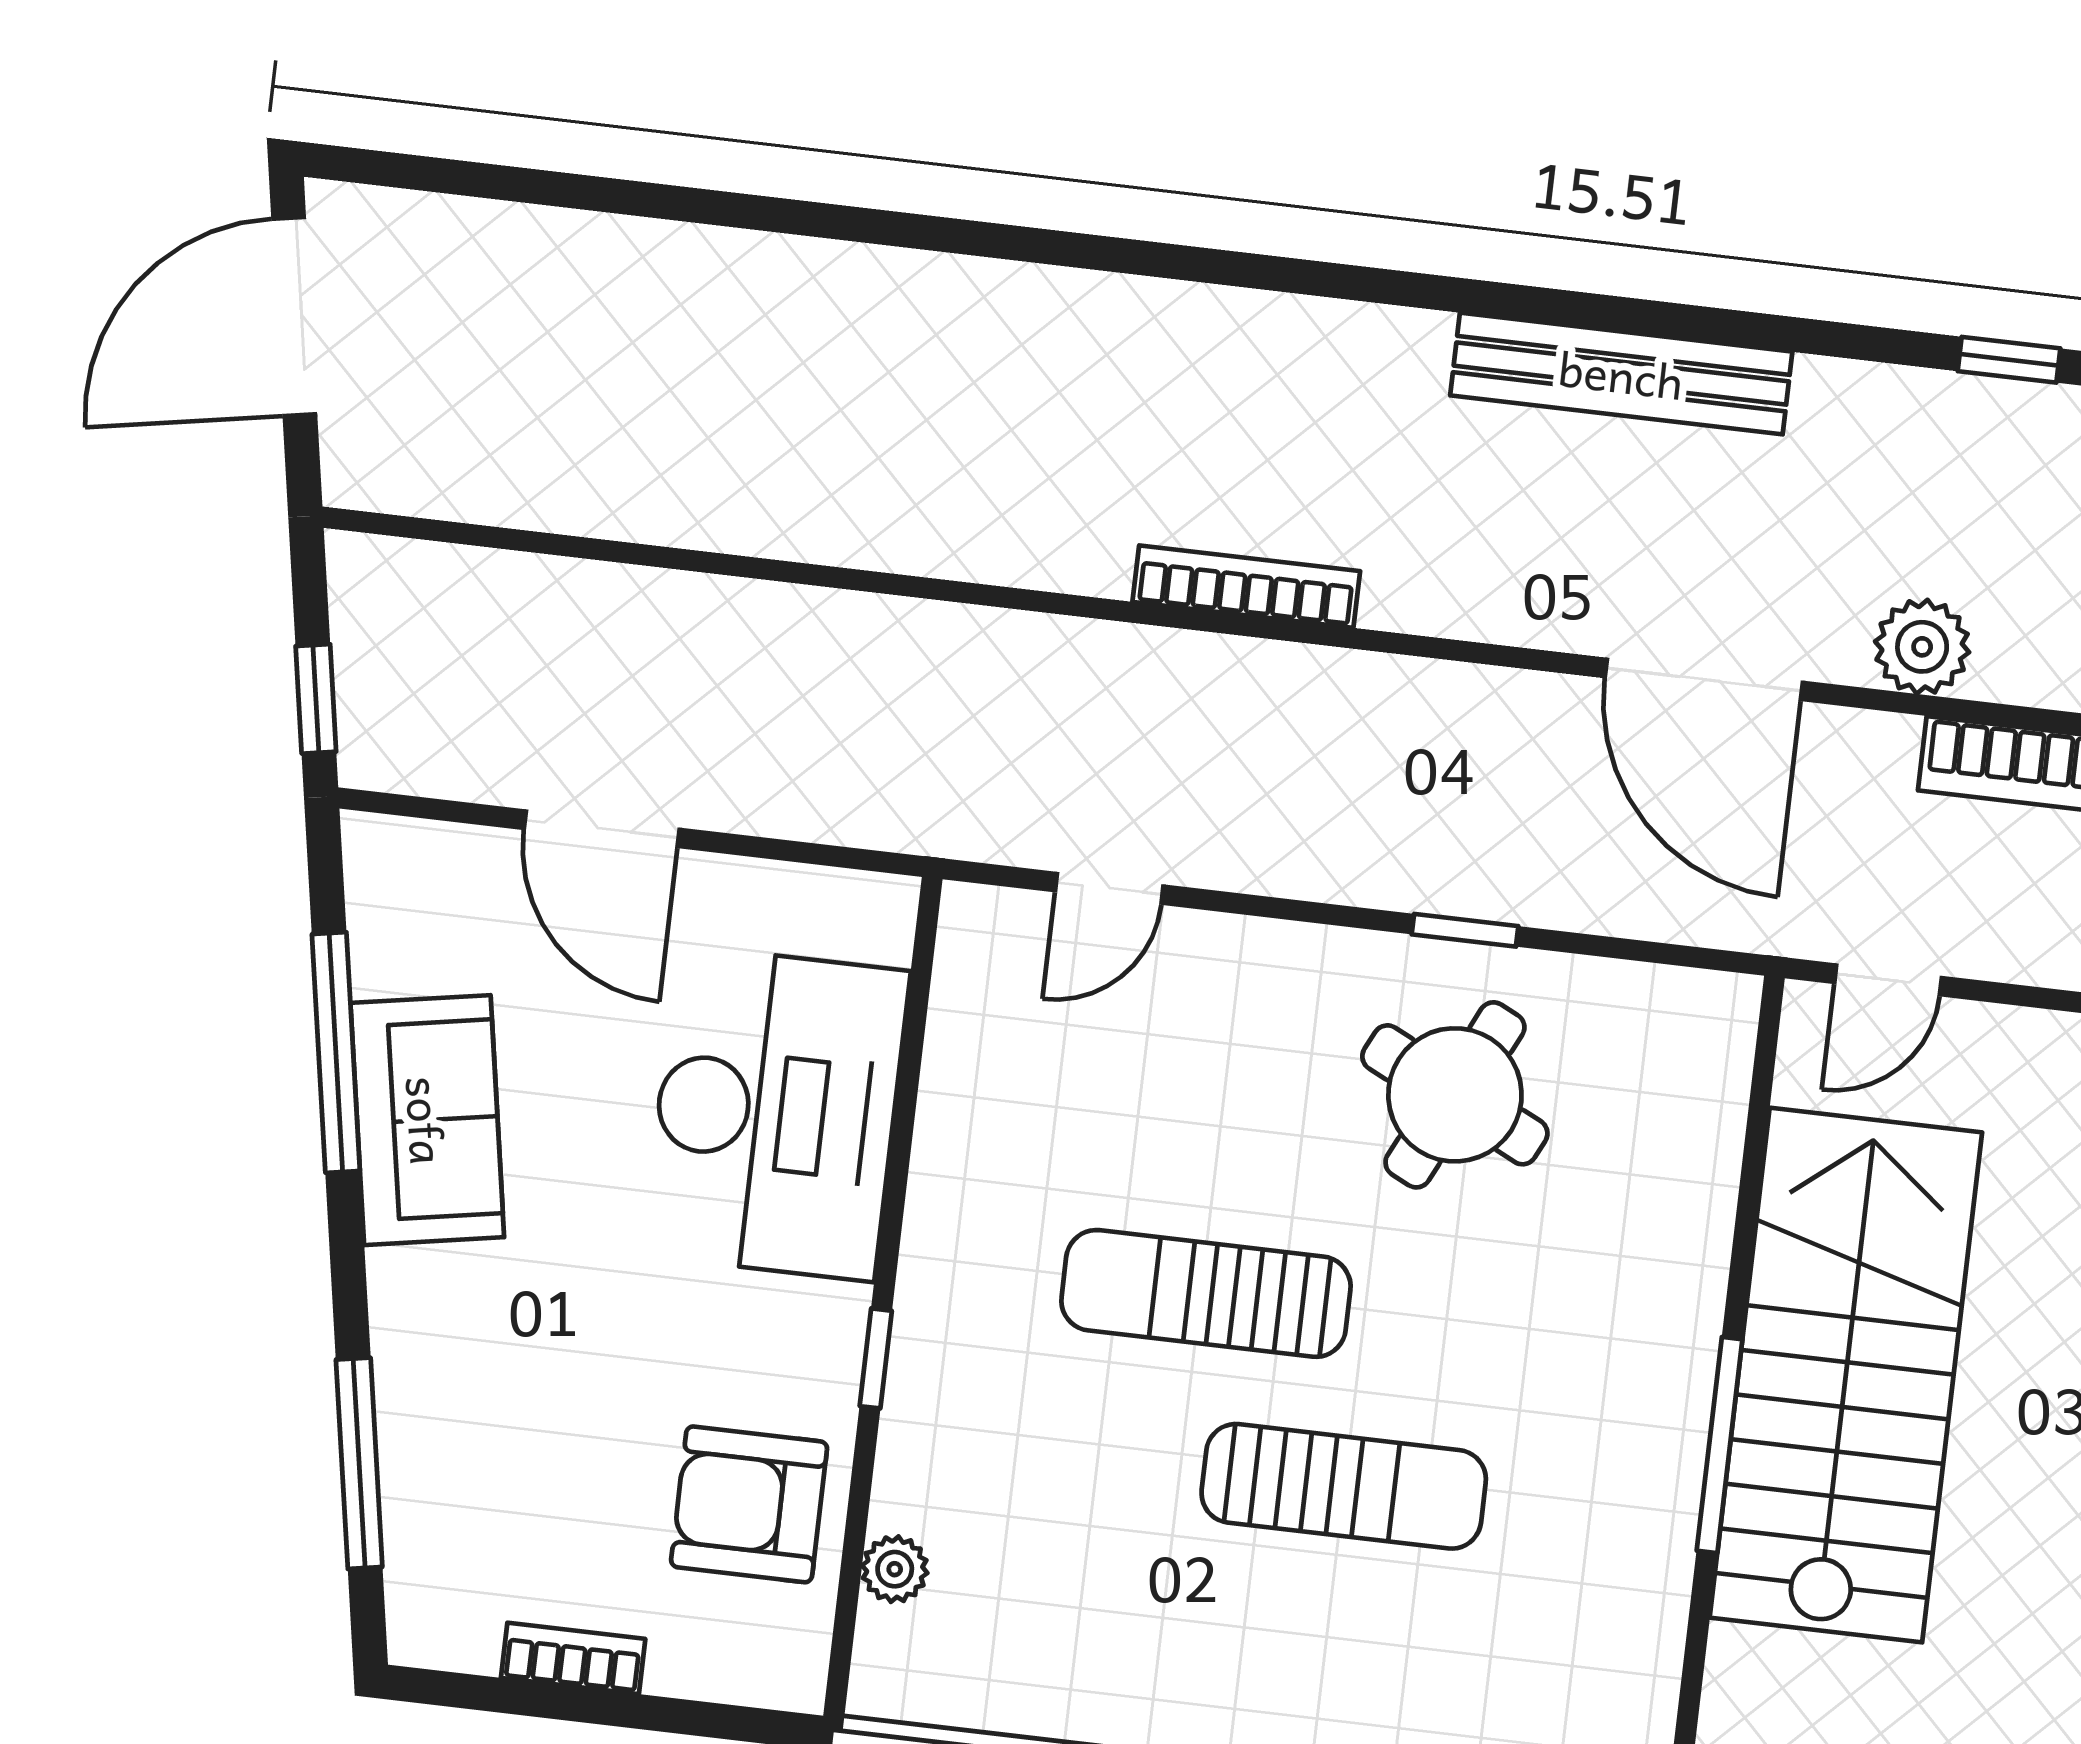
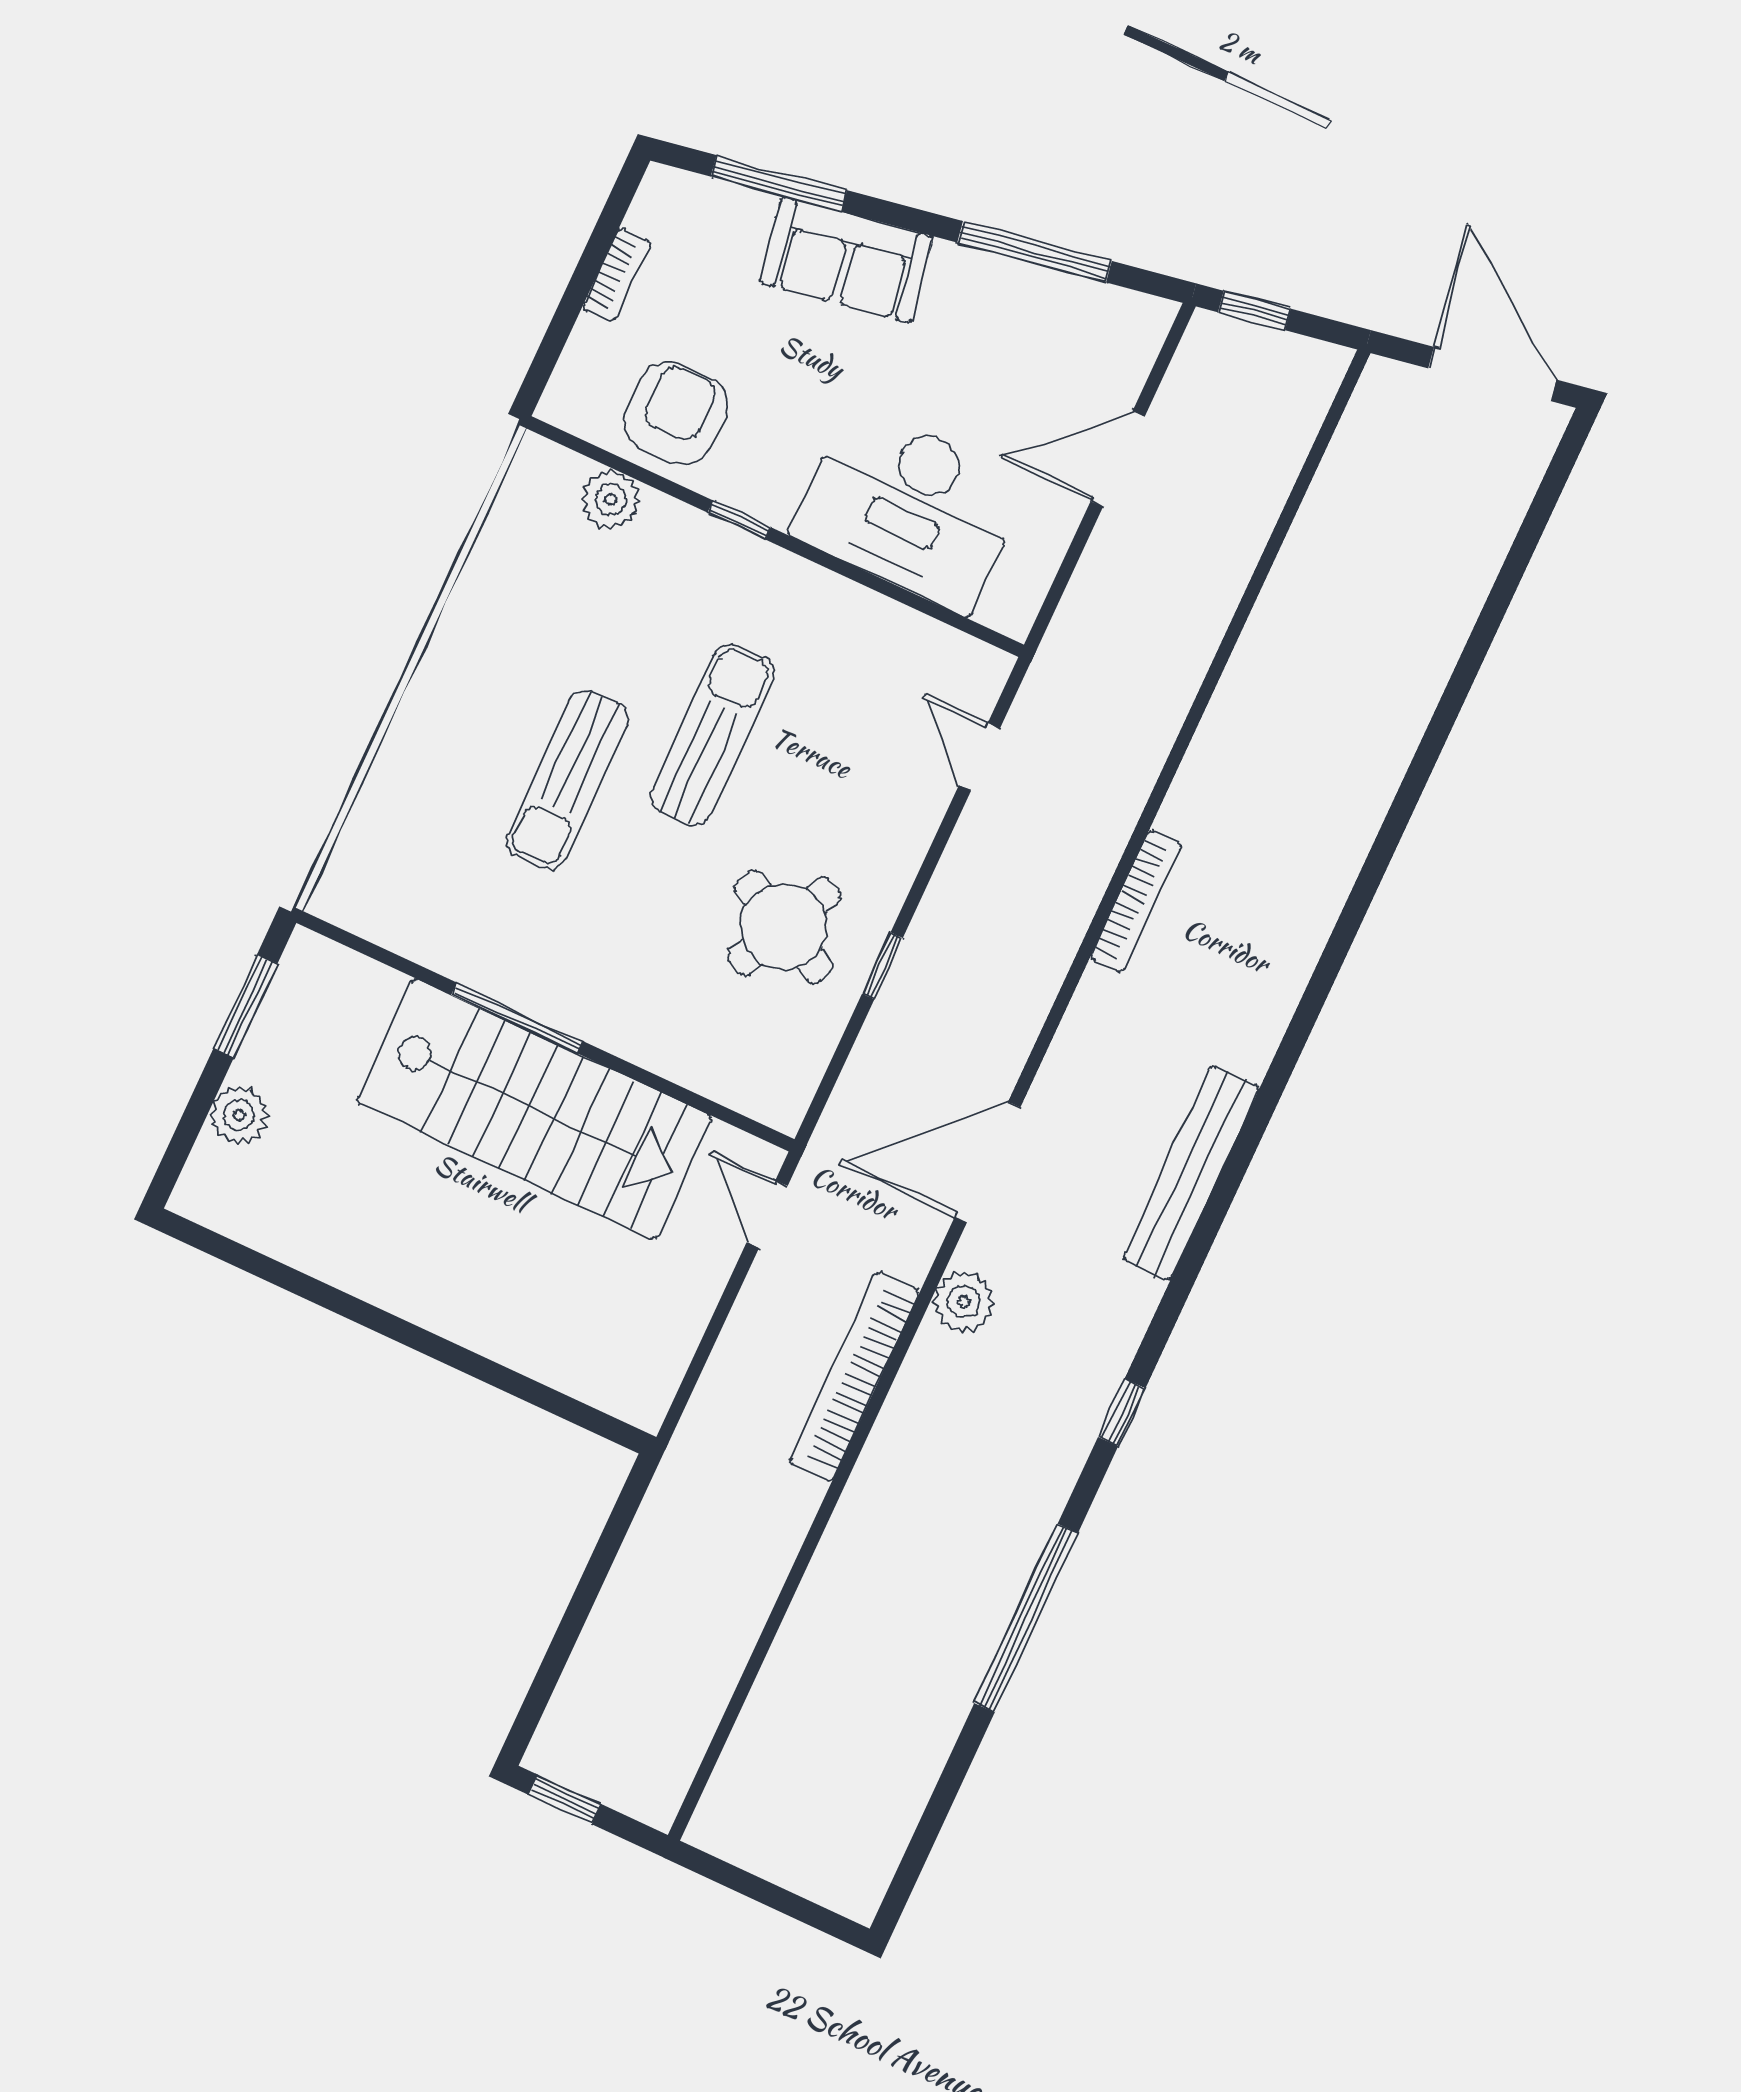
sofa: (427, 1120) -> (846, 260), moved
plant: (895, 1569) -> (611, 500), width x1.38, depth x1.38

